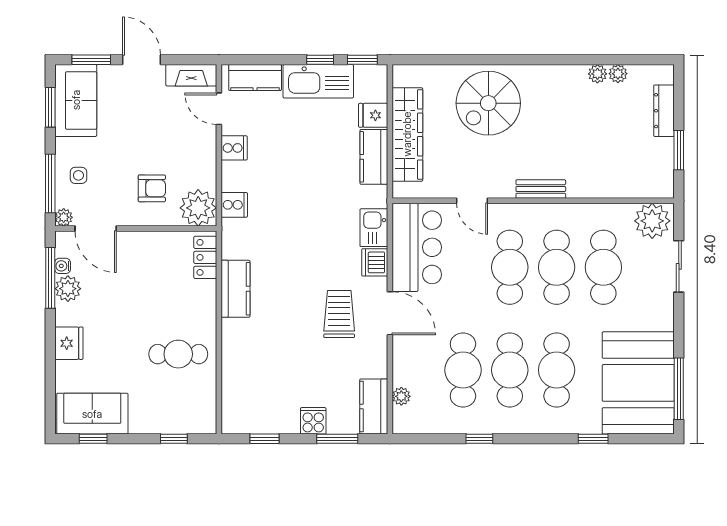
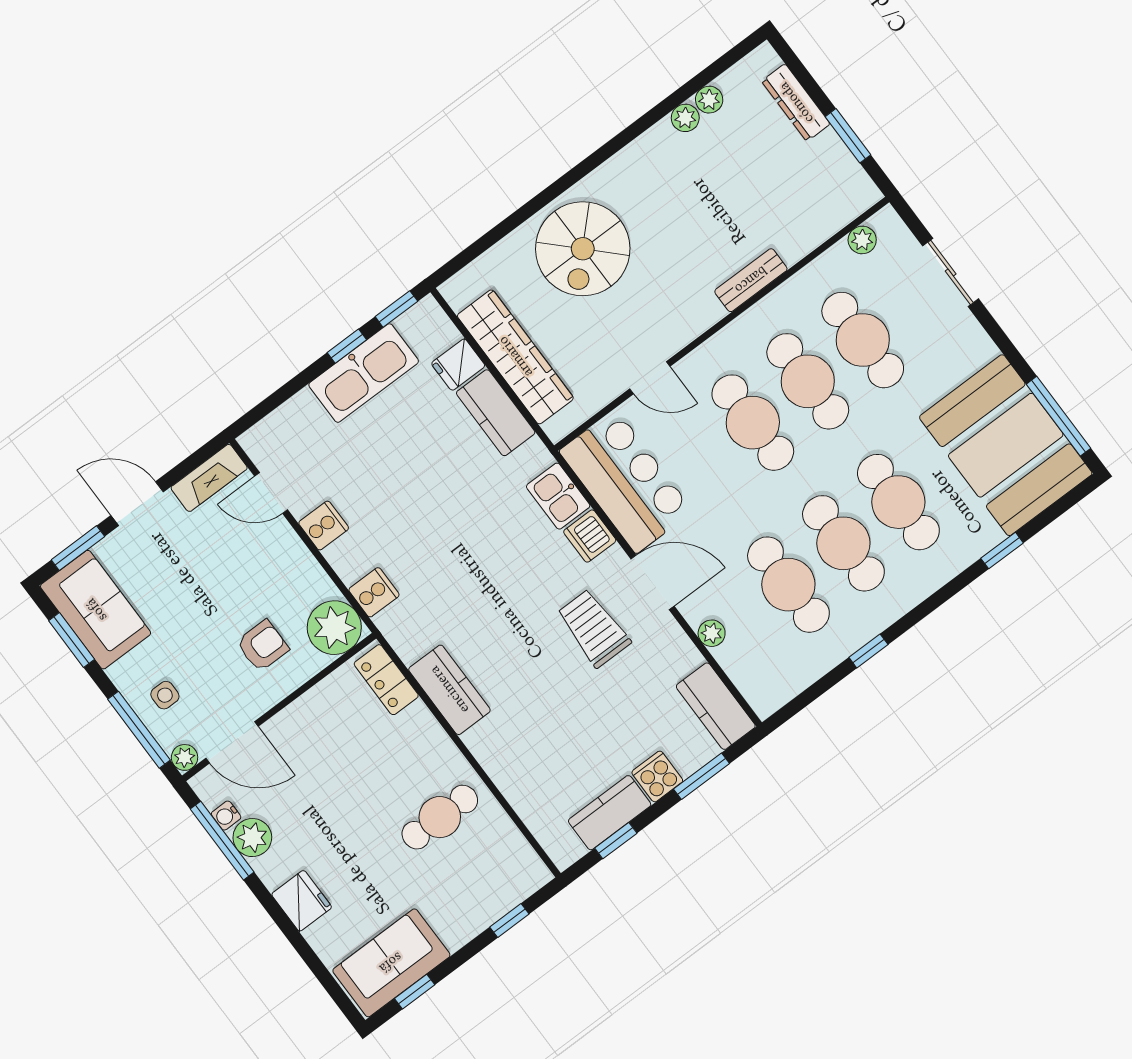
kitchen counter: (255, 78) -> (610, 813), moved, turned 180
bench: (541, 189) -> (751, 280), moved
plant: (652, 221) -> (862, 240), width x0.53, depth x0.53
plant: (401, 396) -> (712, 633), moved

